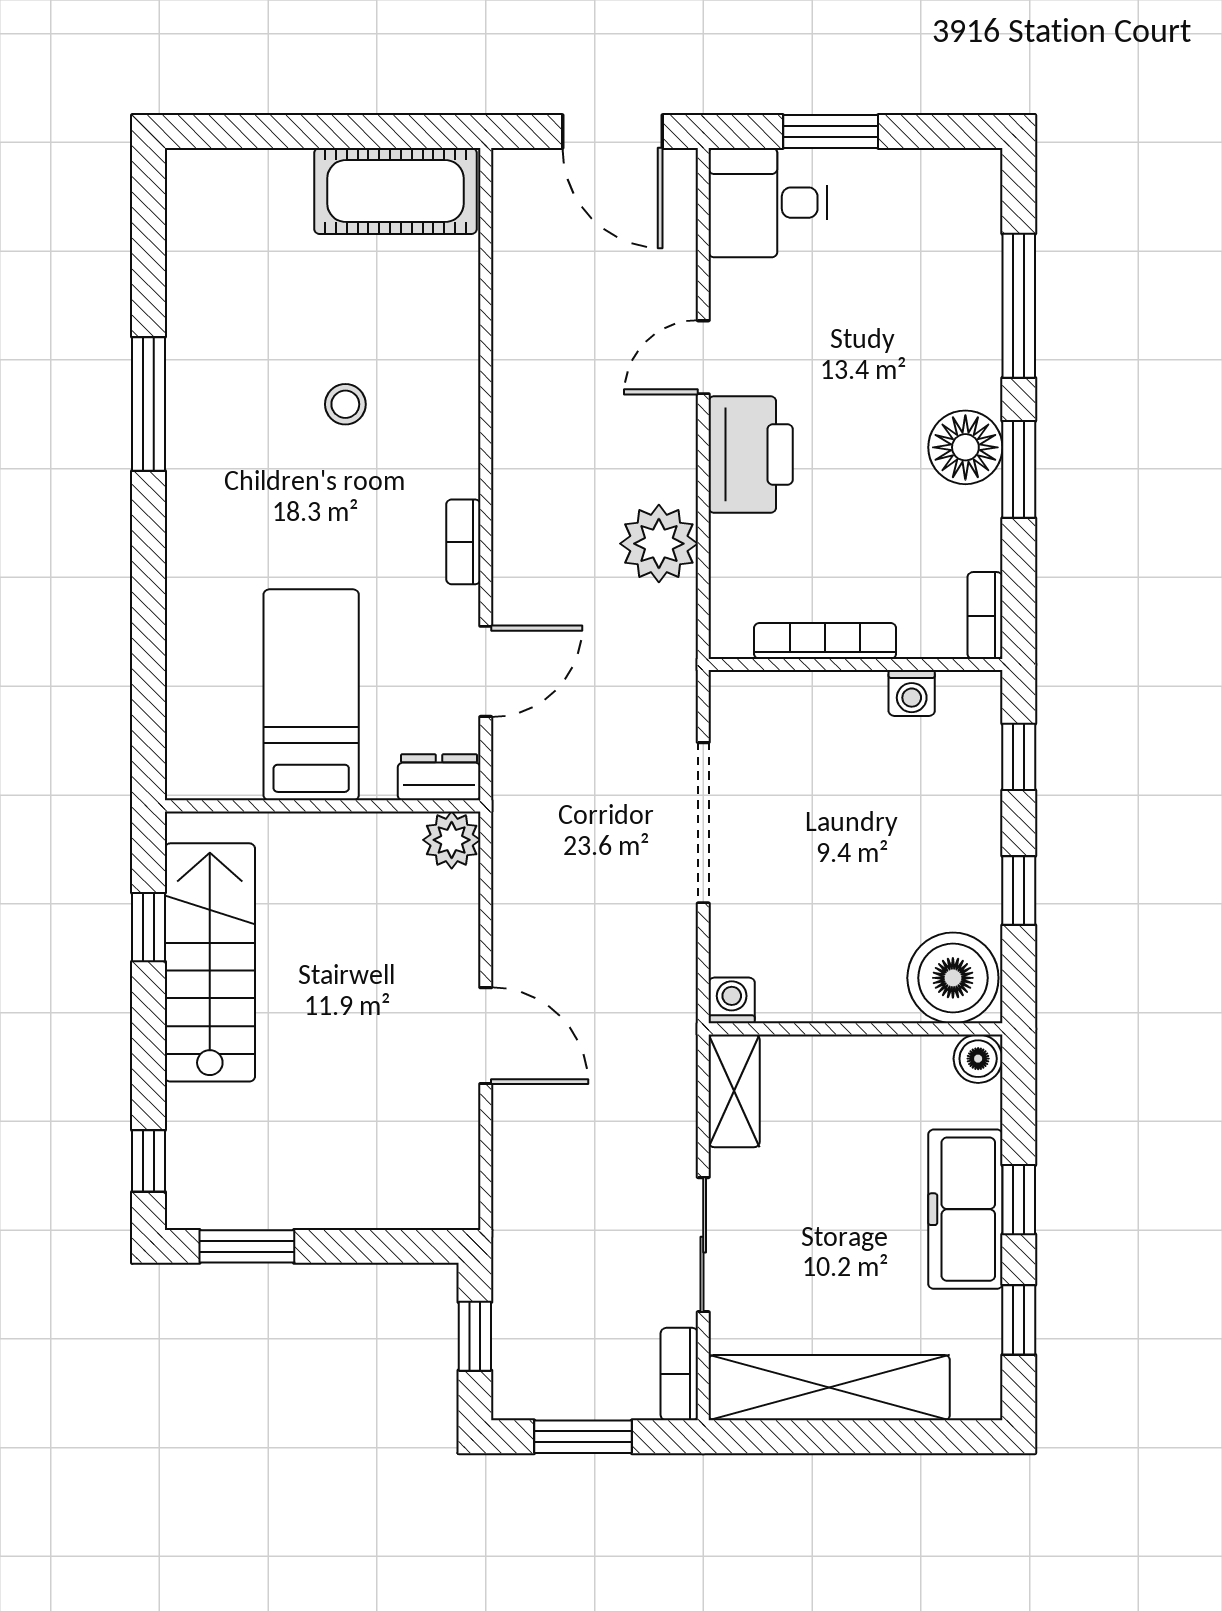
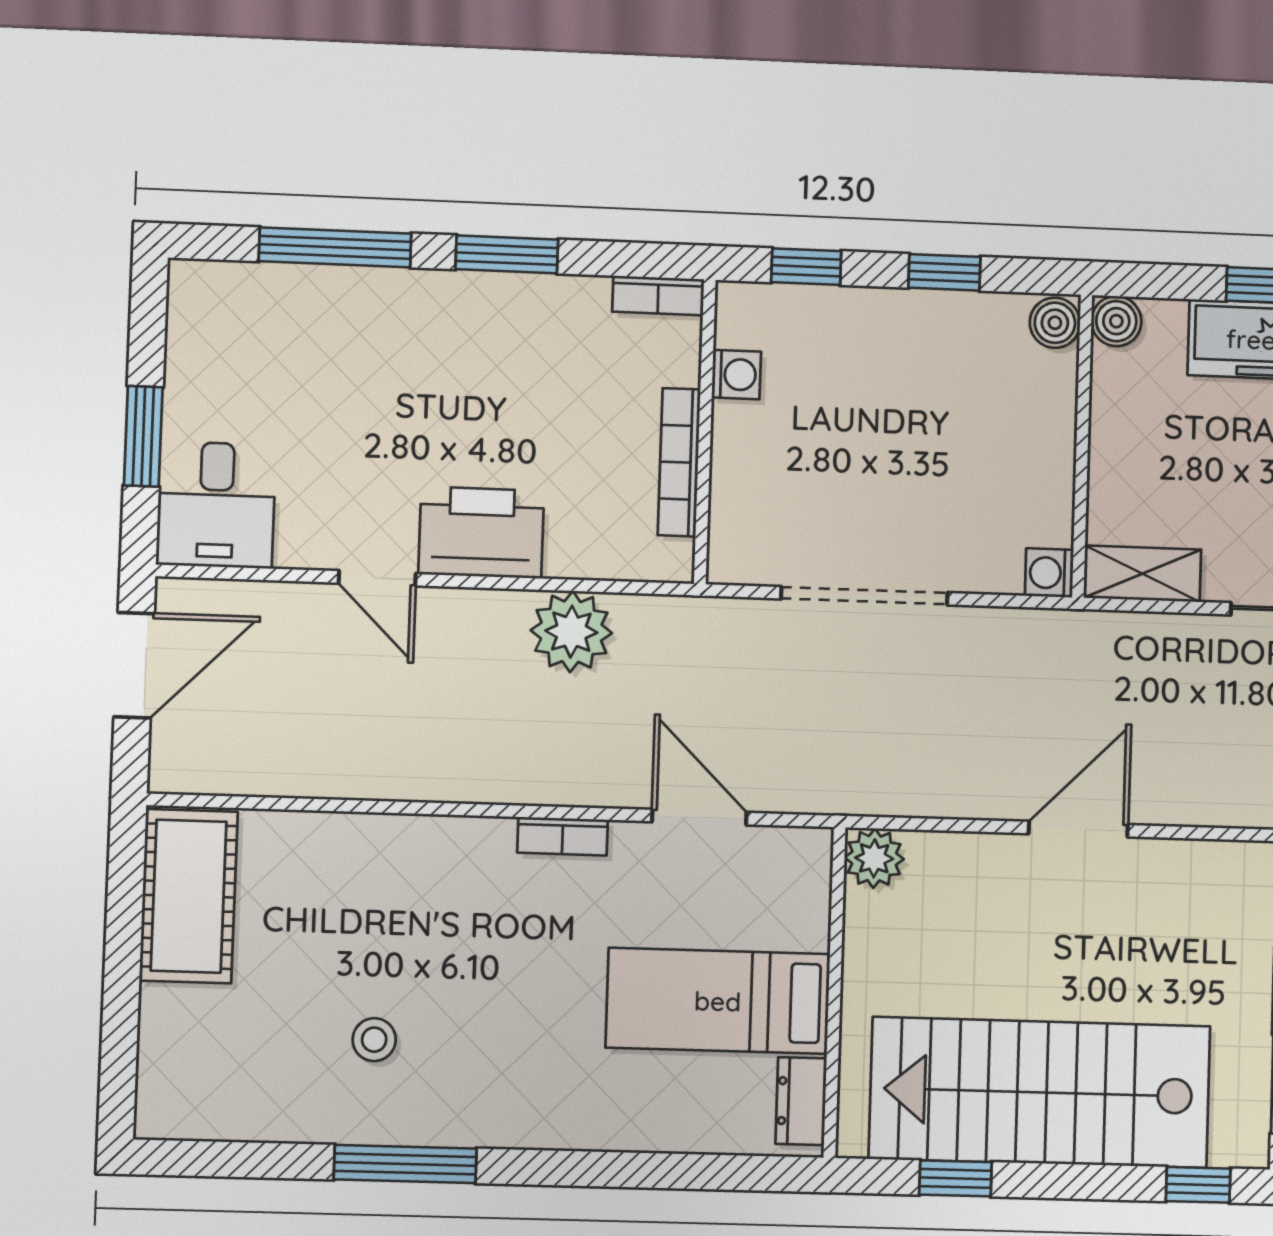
stool: (345, 404) -> (374, 1040), moved
floor lamp: (965, 447) -> (482, 309), removed
dresser: (439, 777) -> (801, 1101), moved
stairs: (210, 962) -> (1040, 1092), width x1.36, depth x1.51
boiler: (953, 978) -> (1055, 323), width x0.54, depth x0.54

